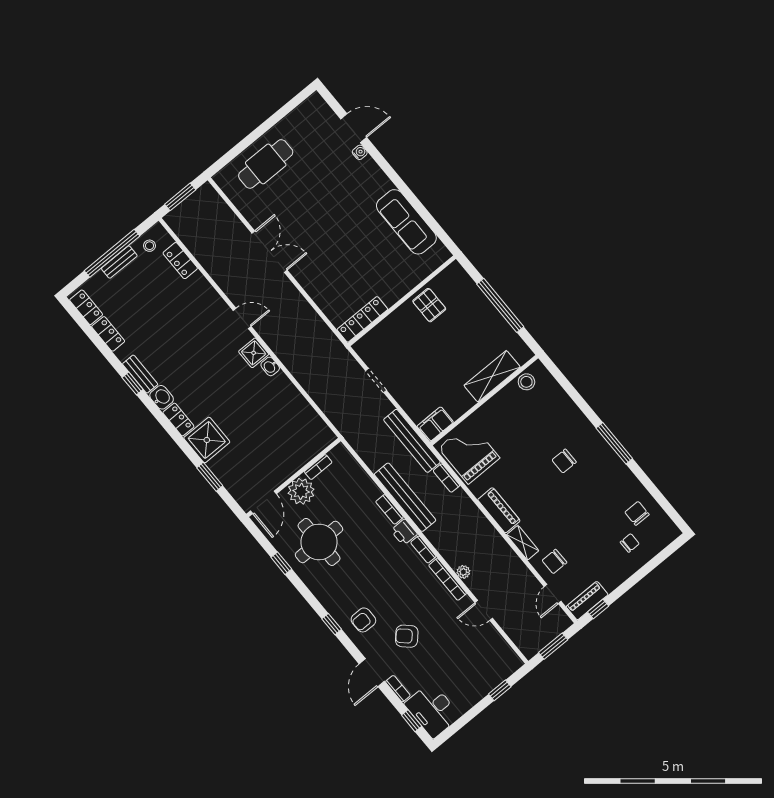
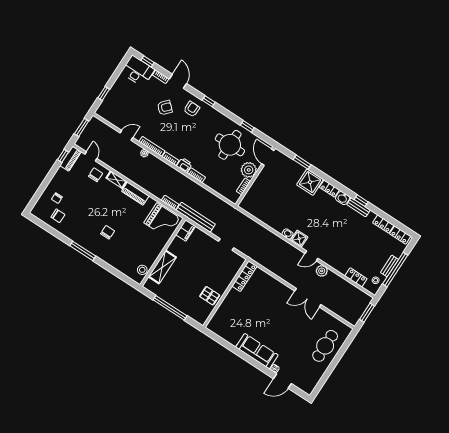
sofa: (406, 222) -> (257, 351), moved
plant: (233, 289) -> (322, 271), added
bench: (405, 497) -> (190, 185), removed

